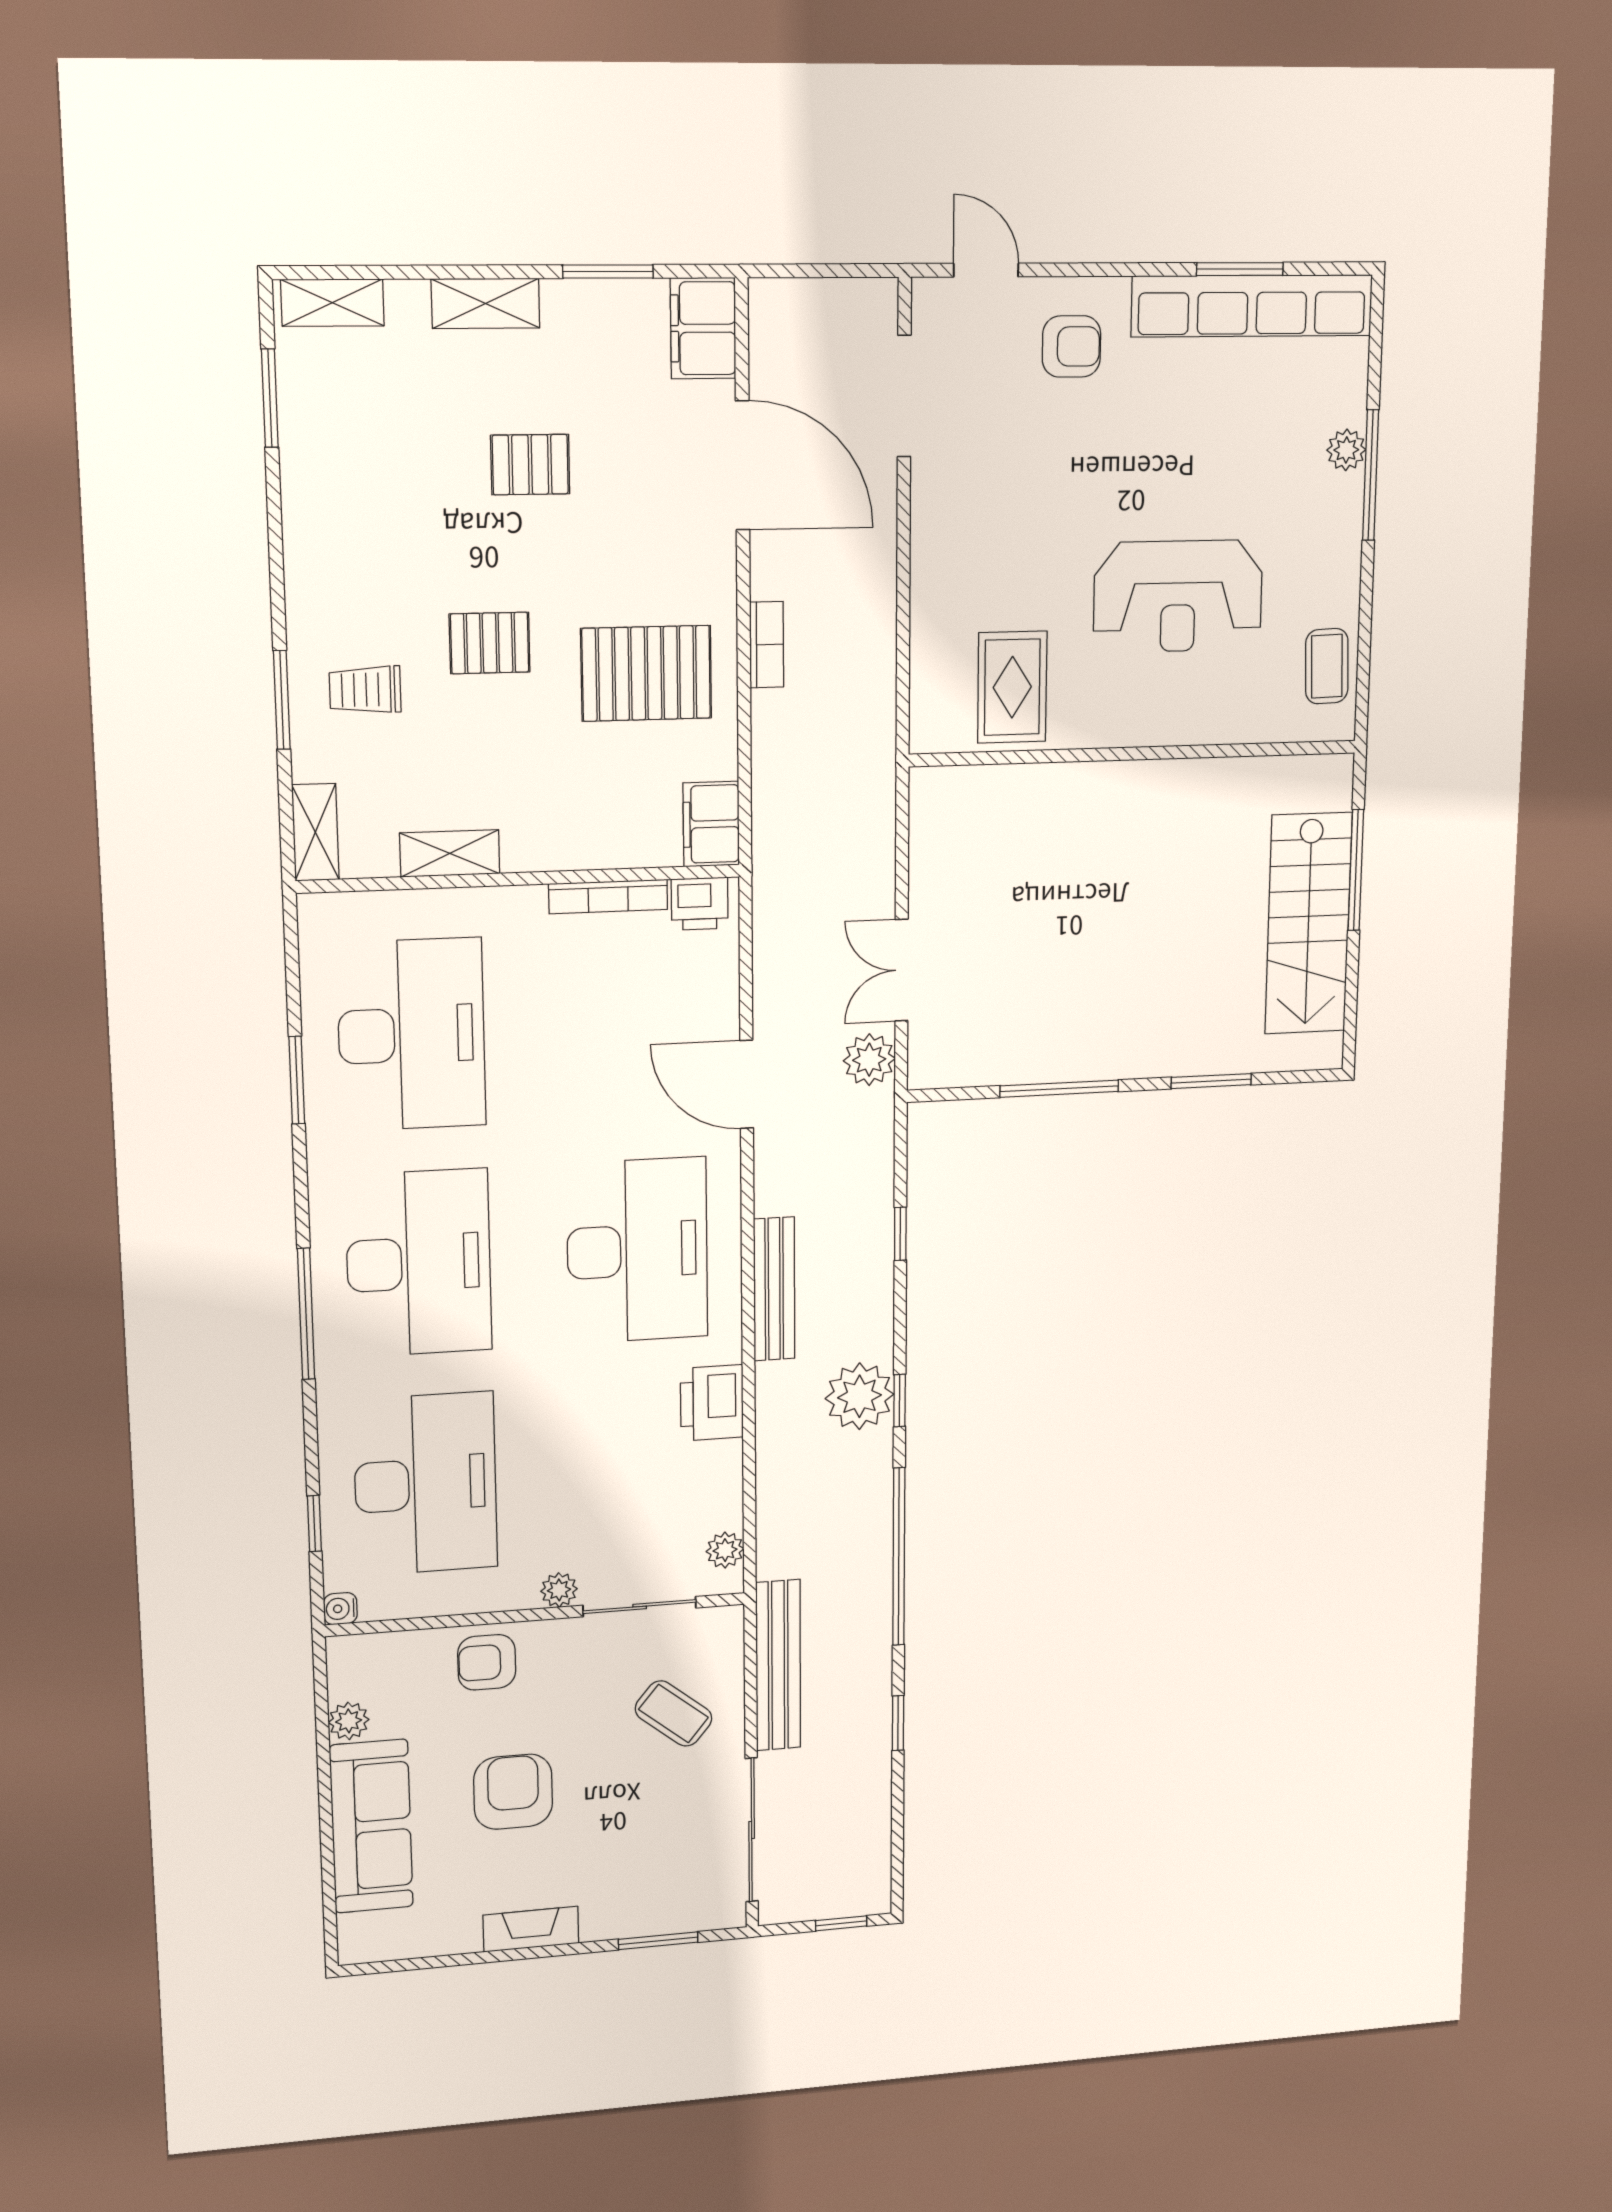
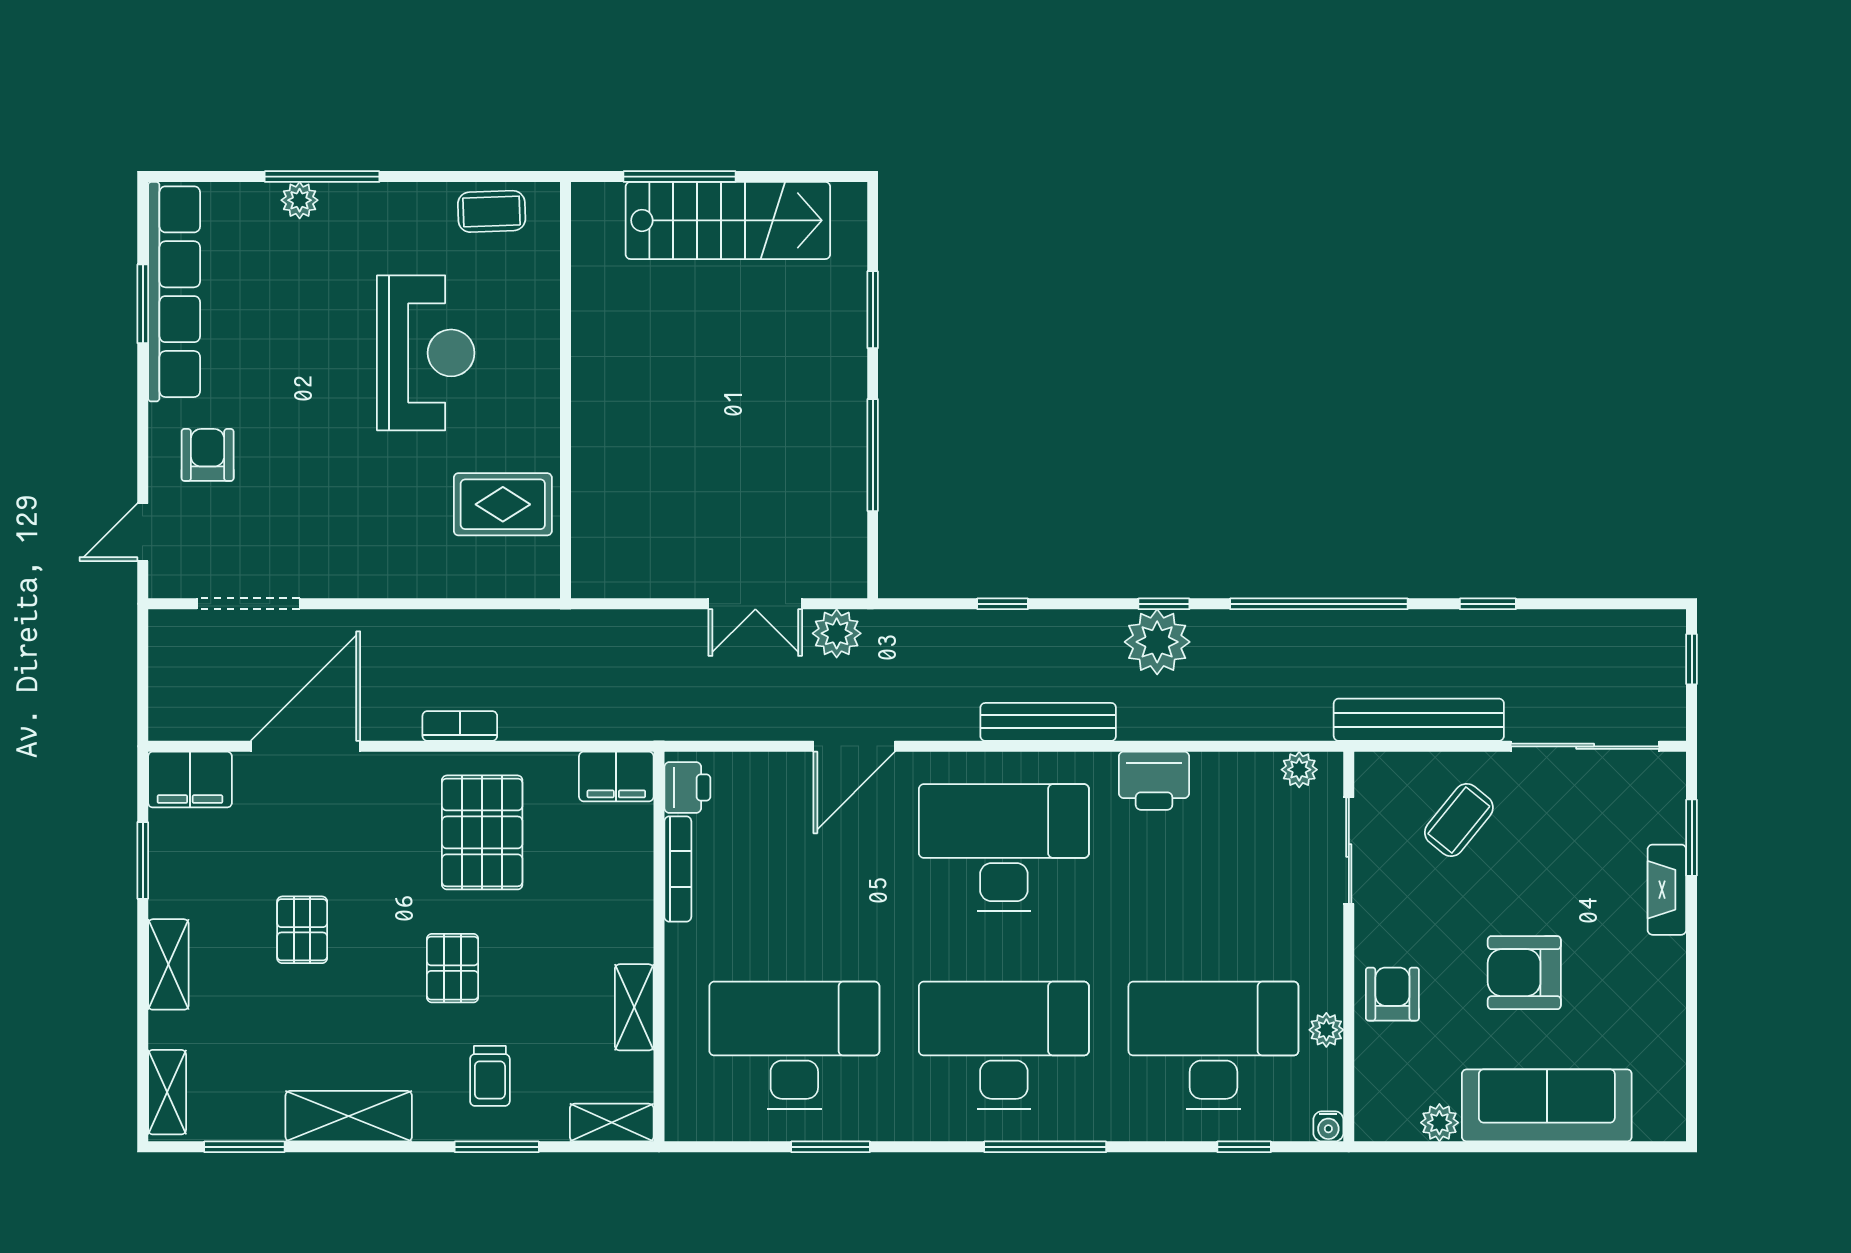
shelving: (311, 524) -> (349, 1116), added
plant: (559, 1590) -> (1326, 1030), moved
armchair: (487, 1662) -> (1392, 994), turned 180
fireplace: (531, 1929) -> (1667, 890), moved

